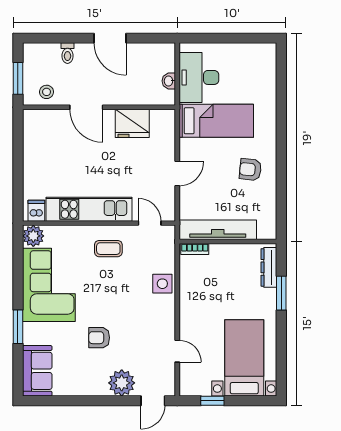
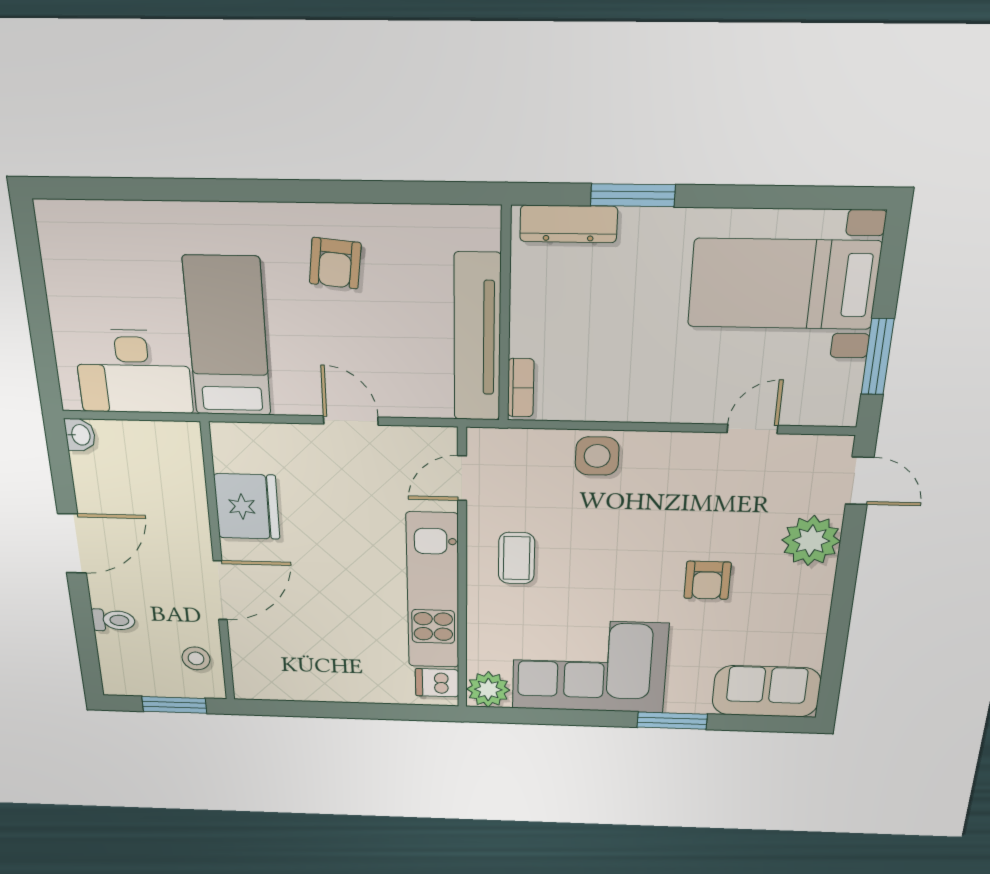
washbasin: (169, 81) -> (80, 435), moved, turned -90
window: (212, 401) -> (877, 357), width x1.50

